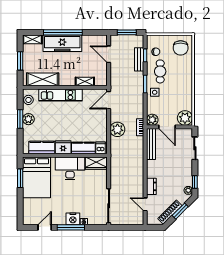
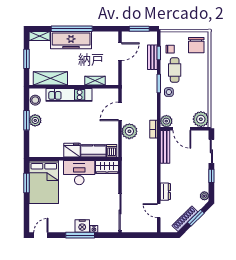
door: (109, 54) -> (120, 52), swing flipped
door: (109, 100) -> (120, 111), moved
kitchen counter: (42, 147) -> (49, 150), removed
window: (195, 182) -> (211, 176), moved
door: (45, 227) -> (41, 235), moved

